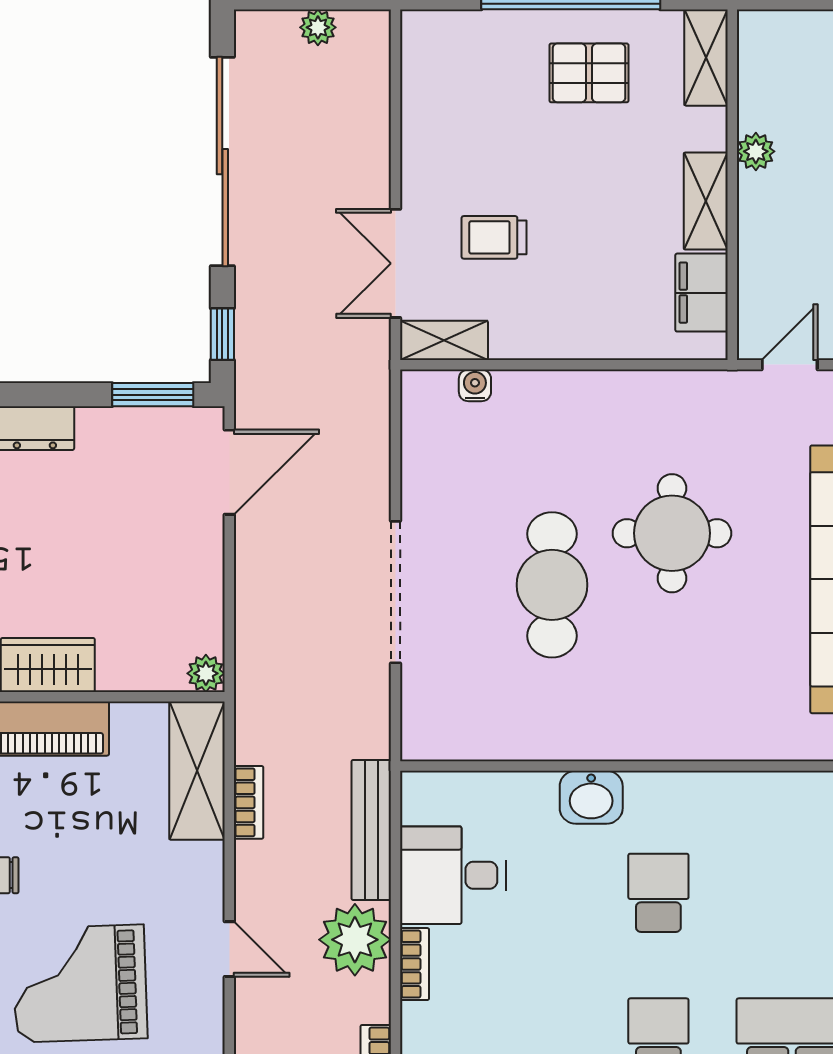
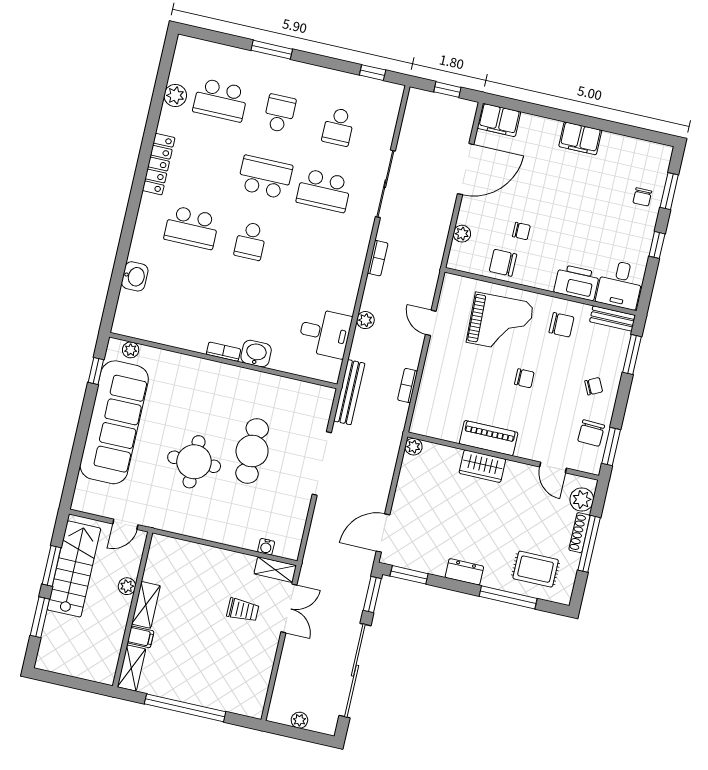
pallet: (589, 73) -> (185, 673), removed
plant: (756, 151) -> (127, 586), moved
filing cabinet: (702, 293) -> (141, 637), moved, width x0.50
window: (222, 334) -> (372, 594), width x1.50
shelving: (197, 771) -> (427, 405), removed
bench: (371, 830) -> (349, 392), moved
school desk: (658, 893) -> (236, 305), removed
plant: (355, 940) -> (365, 320), width x0.53, depth x0.53
bookcase: (415, 964) -> (223, 352), moved, turned 90

